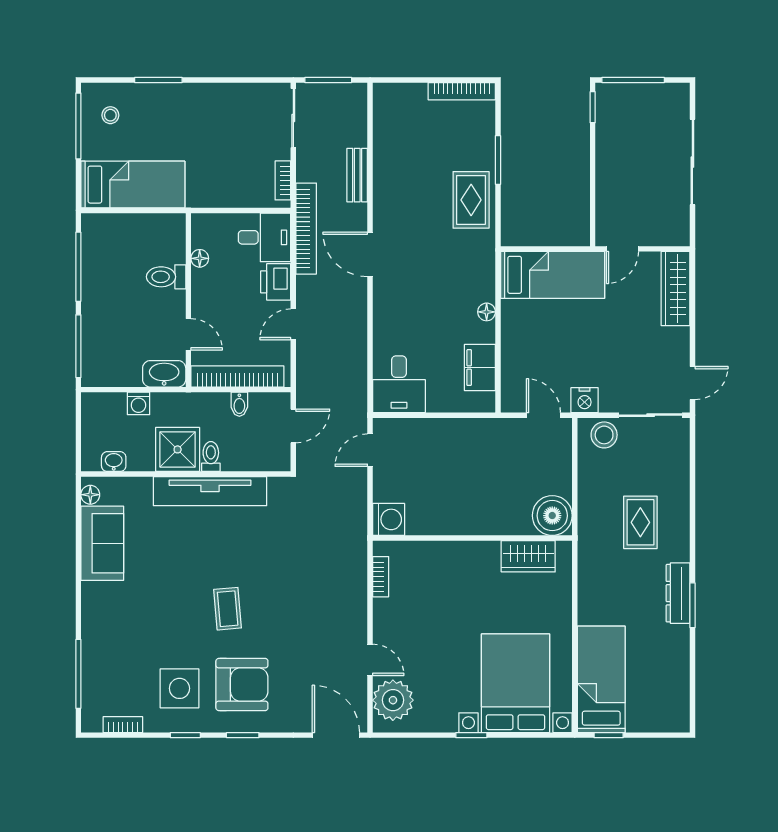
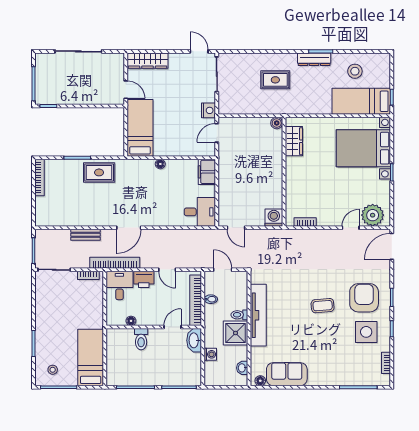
filing cabinet: (480, 368) -> (207, 172), moved, turned 90
stool: (604, 435) -> (355, 71), moved
boiler: (552, 516) -> (277, 123), width x0.54, depth x0.54

